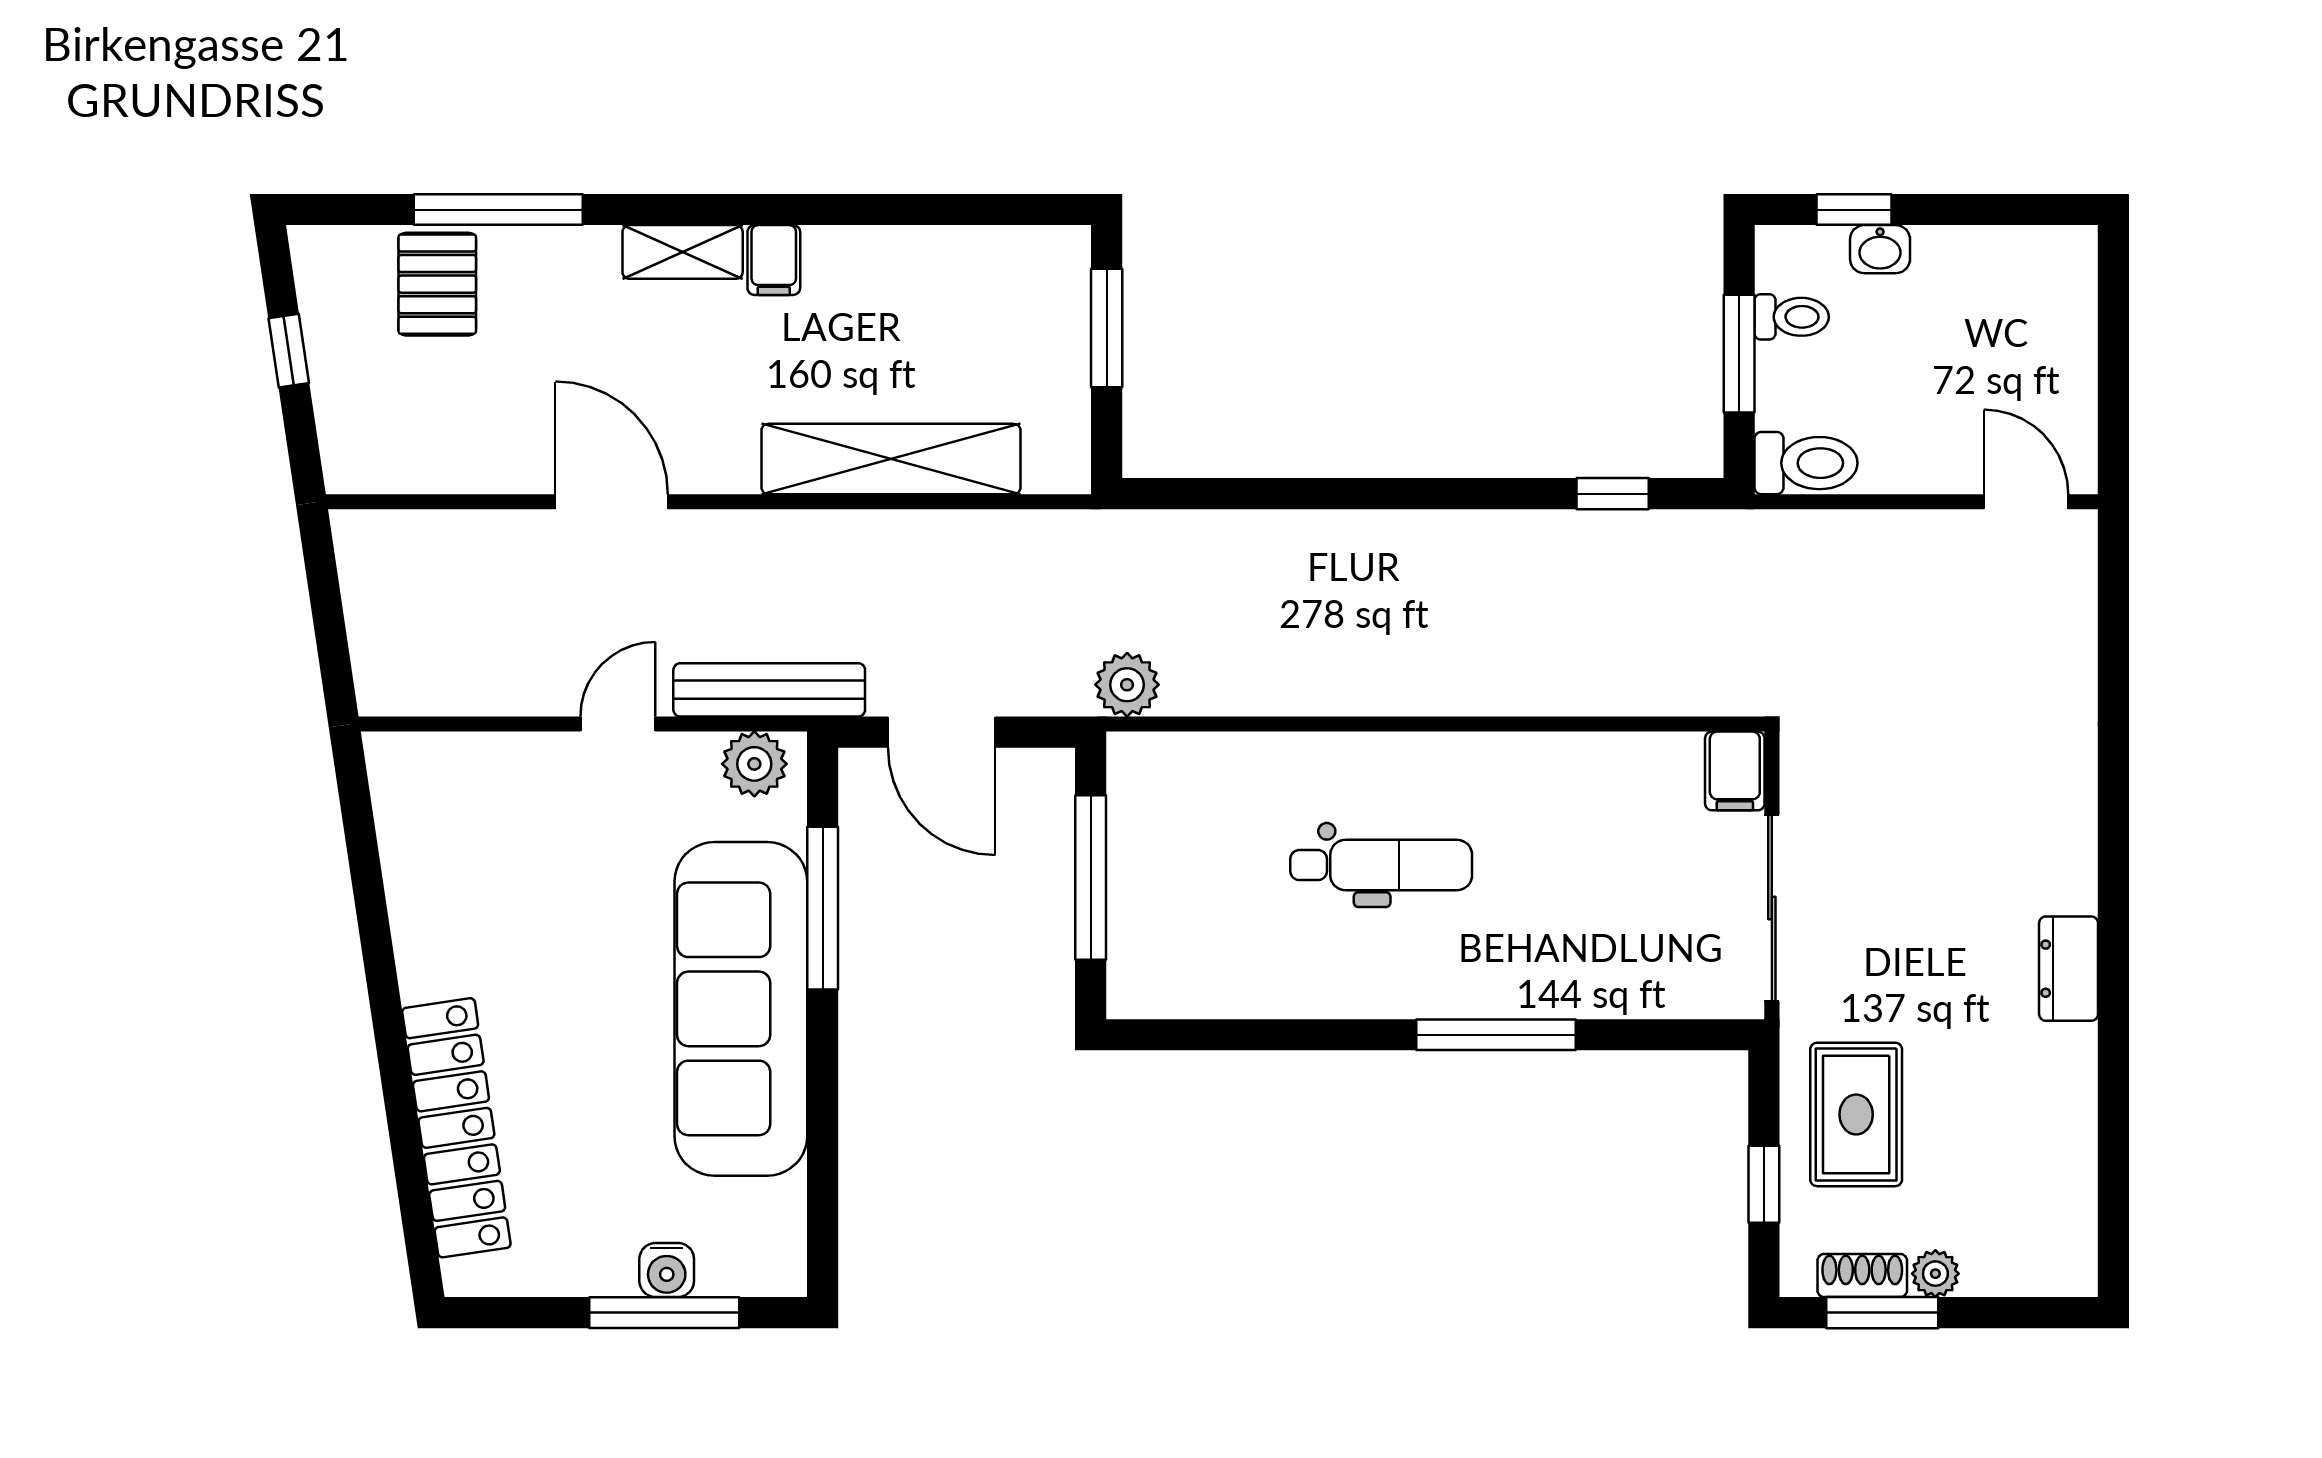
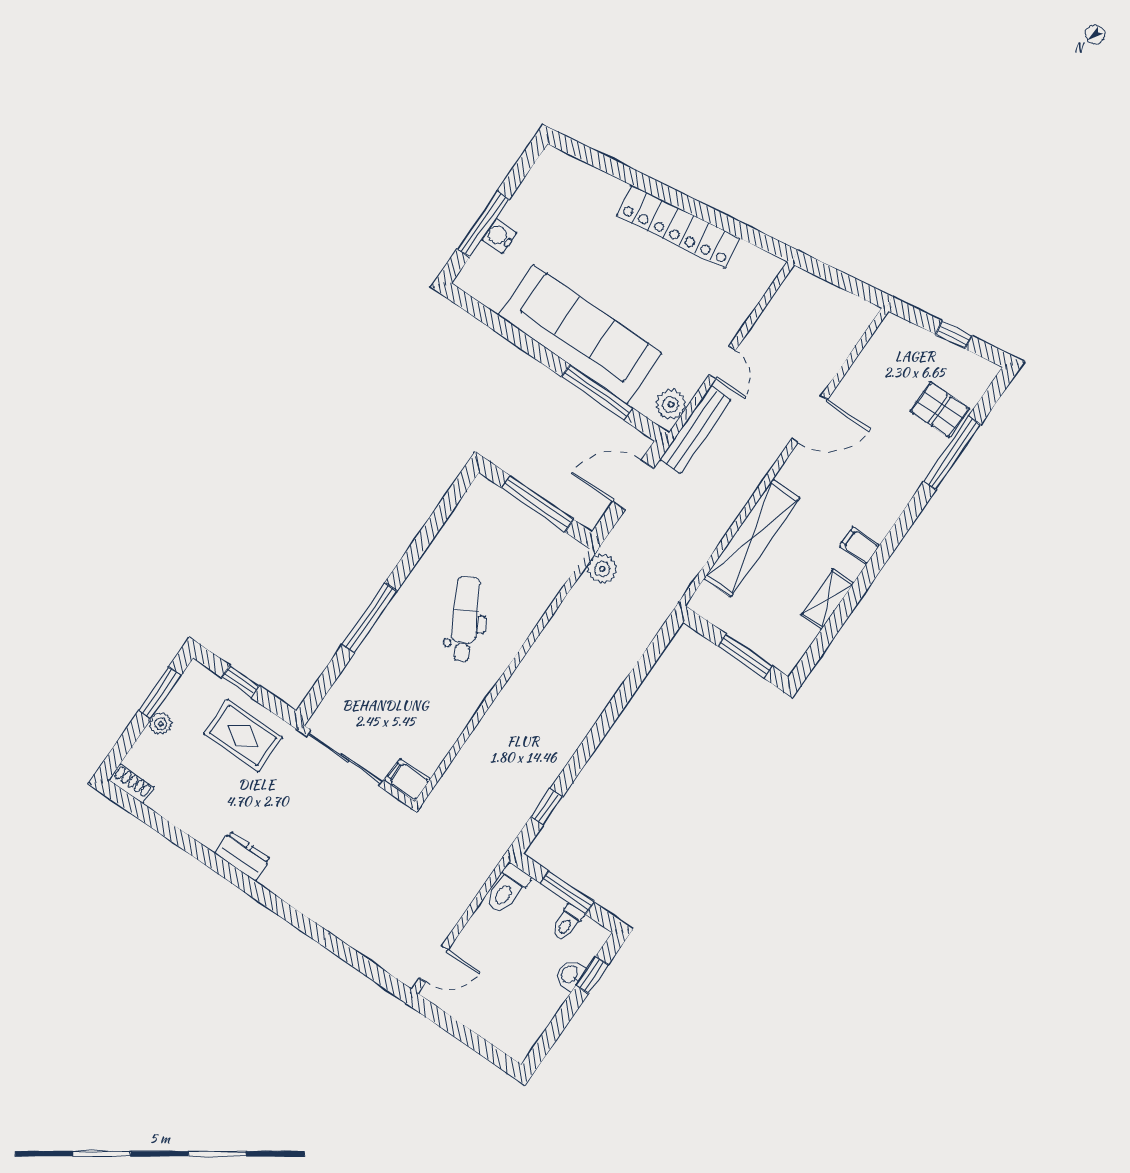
shelving: (683, 252) -> (827, 599), moved
dental chair: (1381, 865) -> (465, 619), turned 151
locker: (456, 1128) -> (678, 227), moved
shoe rack: (1862, 1276) -> (131, 784), moved, turned -90

